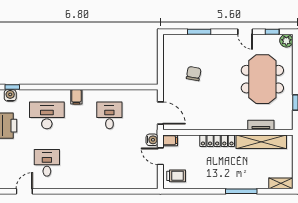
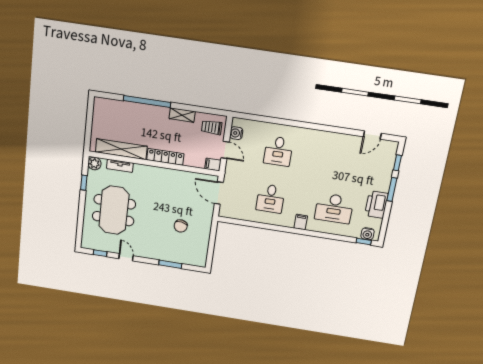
plant: (286, 41) -> (94, 163), moved
water cooler: (152, 140) -> (236, 133), moved
desk: (47, 163) -> (278, 151), moved
shelving: (281, 183) -> (182, 115), moved
window: (241, 191) -> (147, 101), width x1.46

